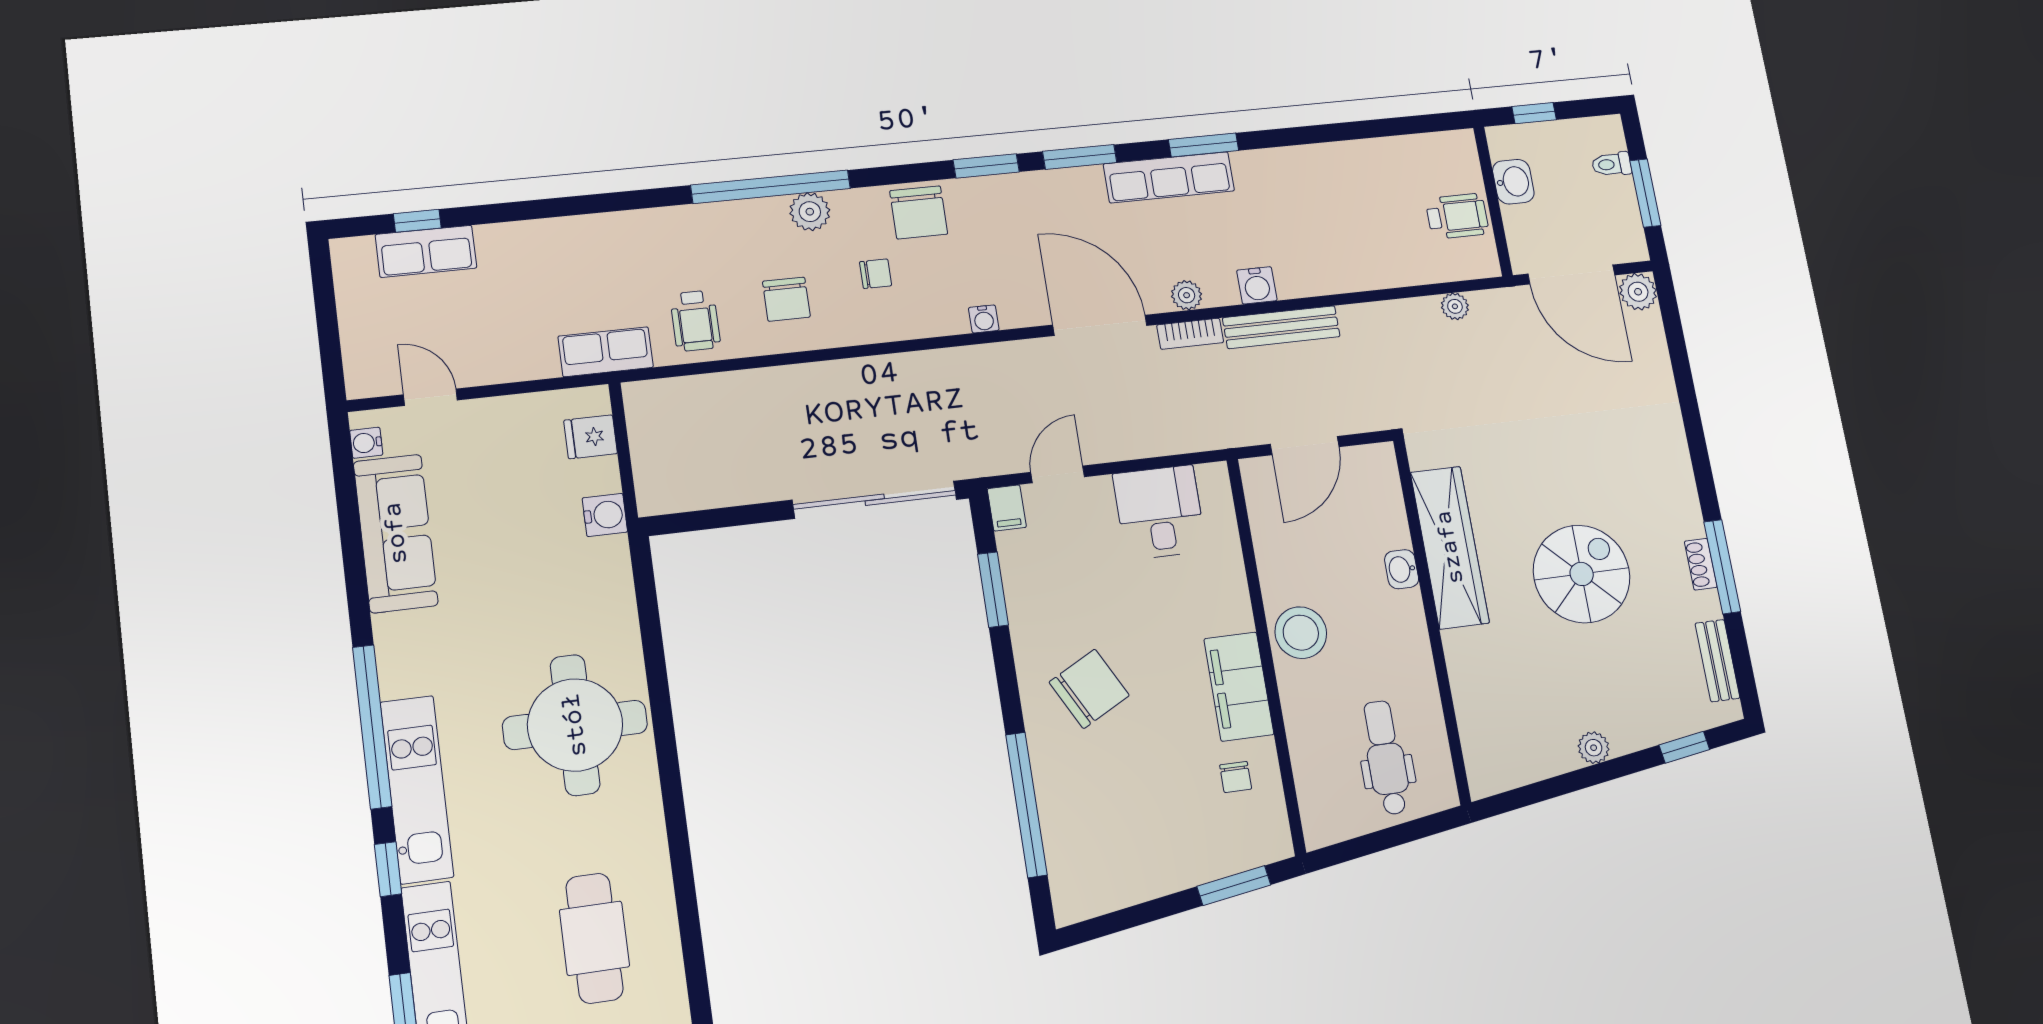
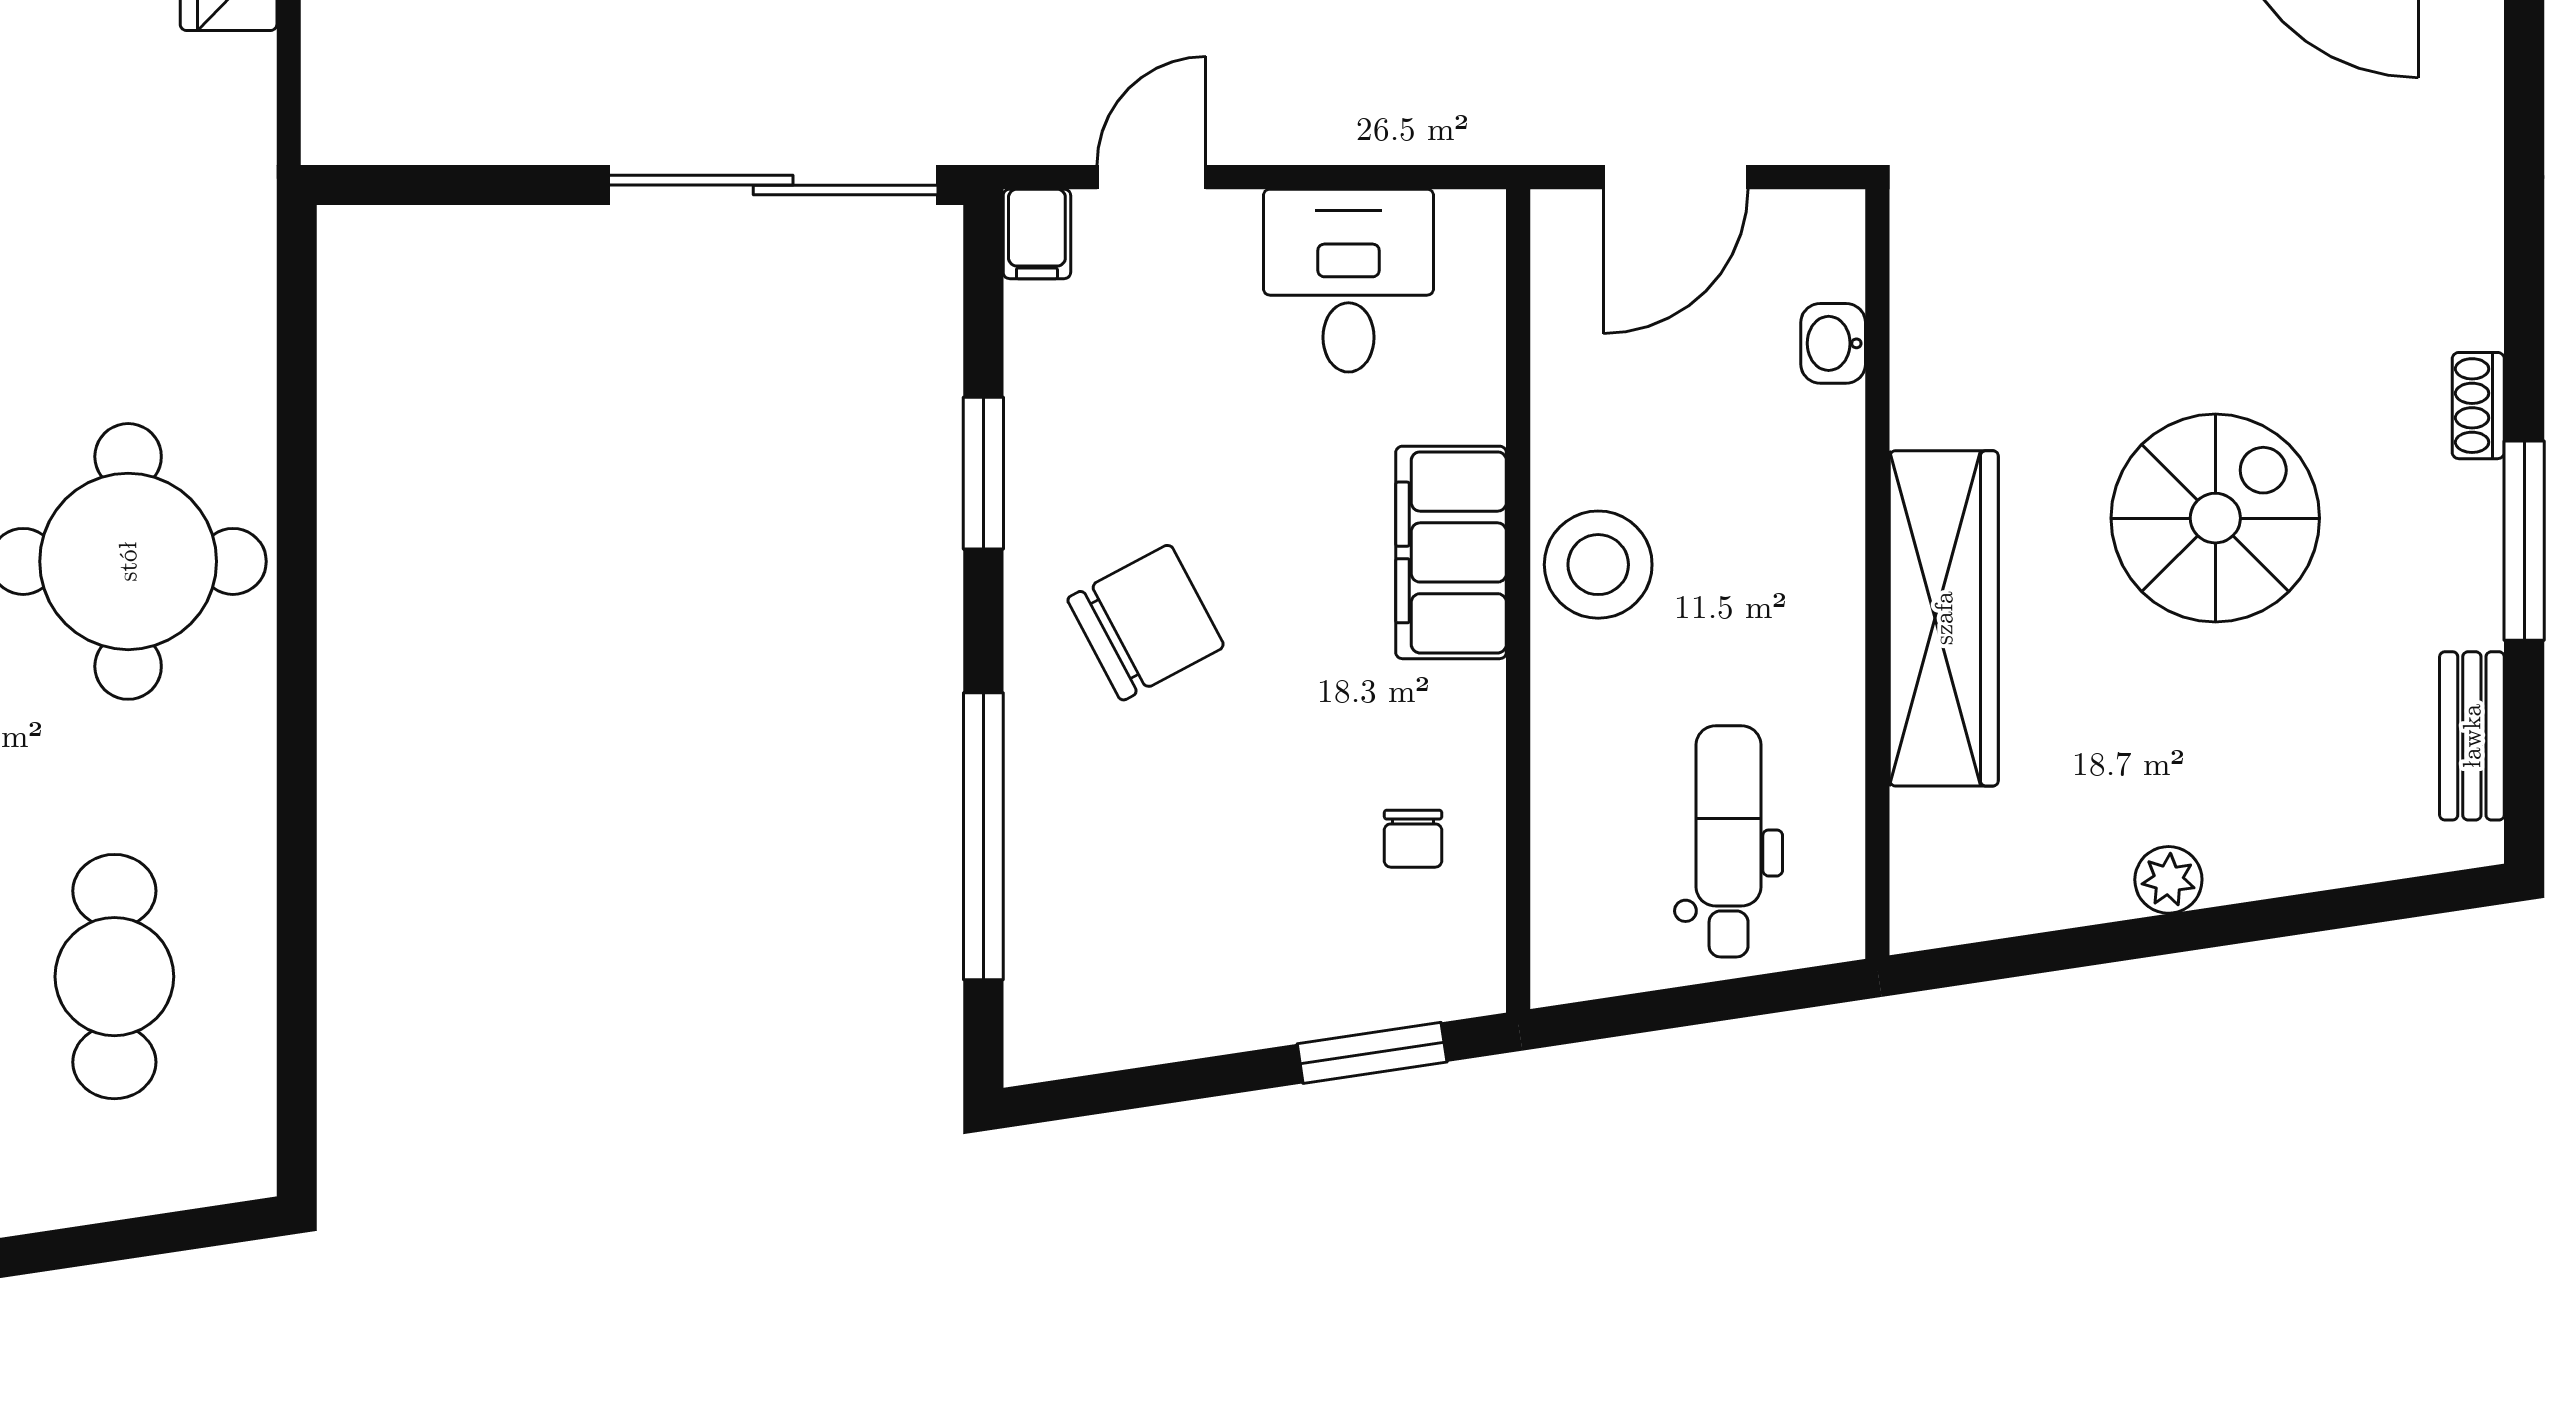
water cooler: (605, 515) -> (237, 152), removed
wardrobe: (1450, 547) -> (1944, 618), moved
shoe rack: (1701, 564) -> (2478, 406), moved
washbasin: (1402, 569) -> (1833, 343), moved
window: (993, 590) -> (983, 473), moved
filing cabinet: (1239, 687) -> (1451, 552), moved
window: (1684, 747) -> (2362, 905), removed

